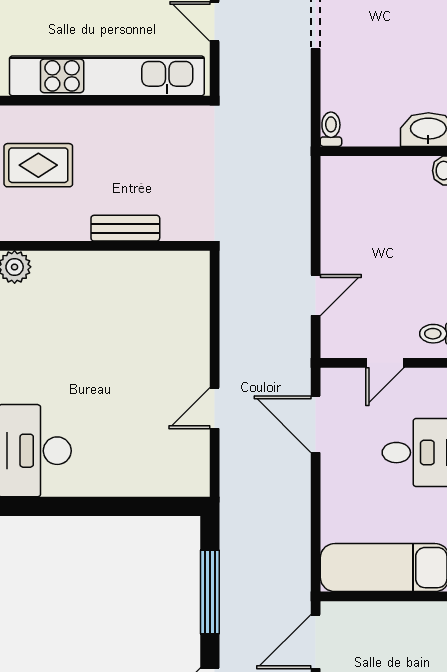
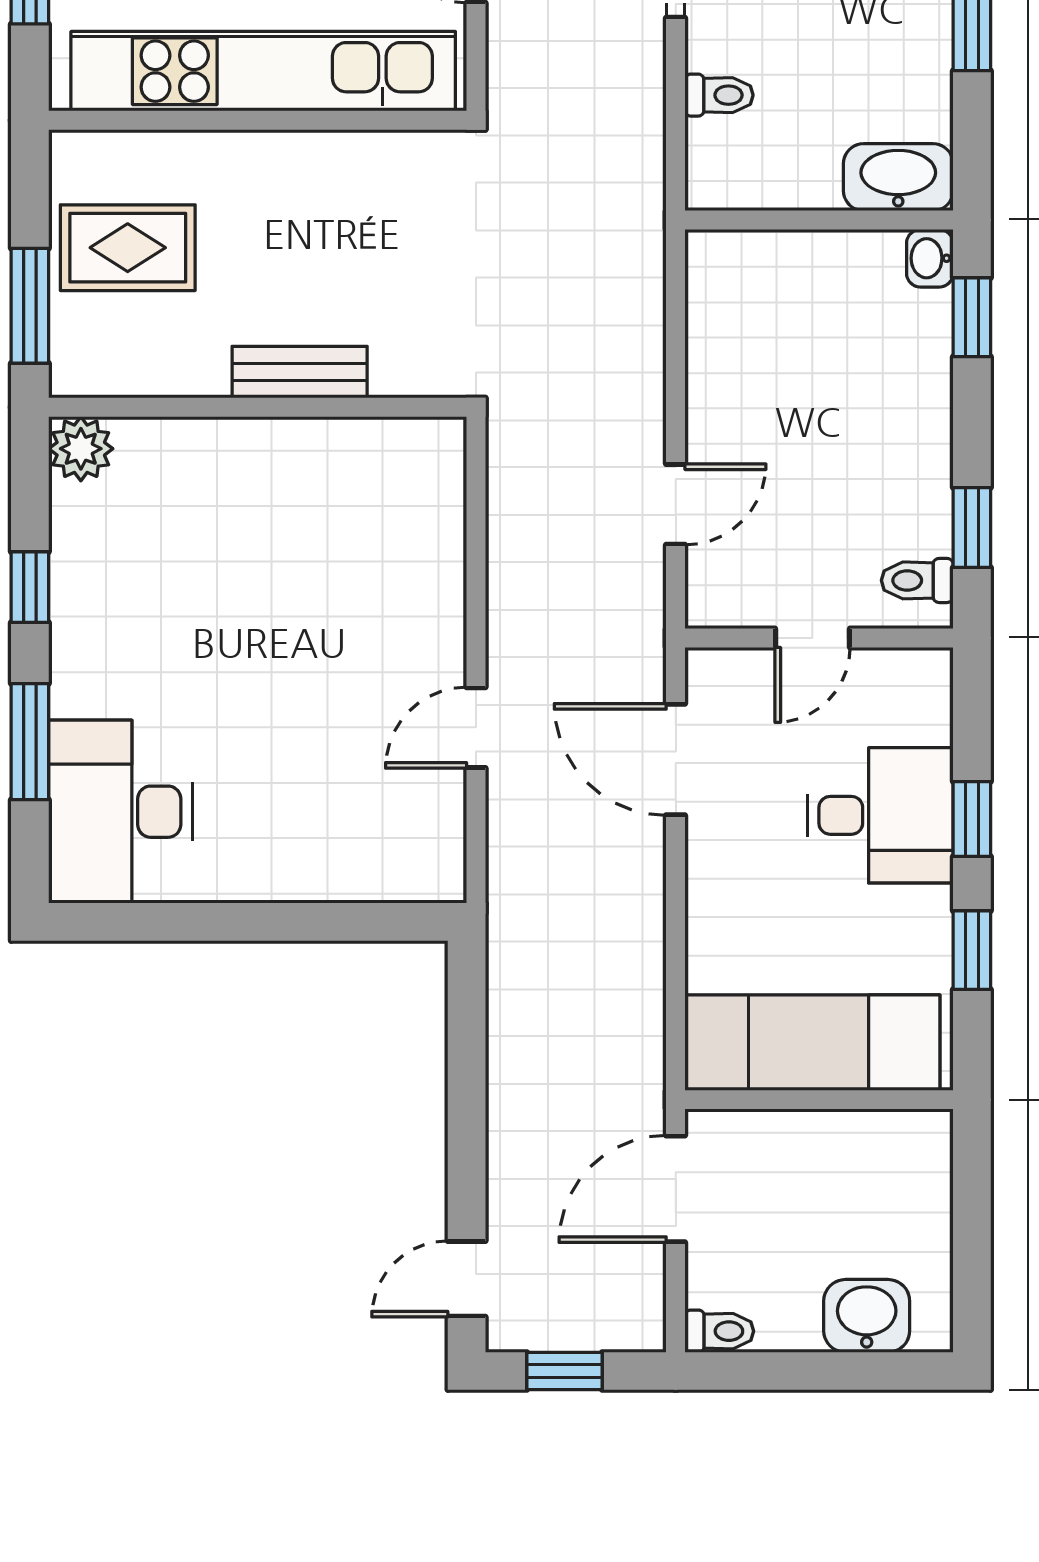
toilet: (331, 129) -> (719, 95), moved, turned 90
window: (210, 592) -> (467, 1091), removed

